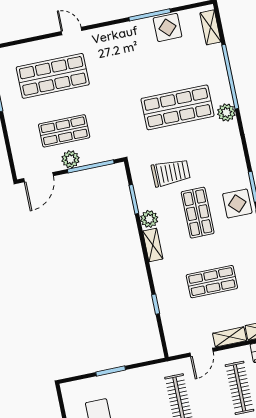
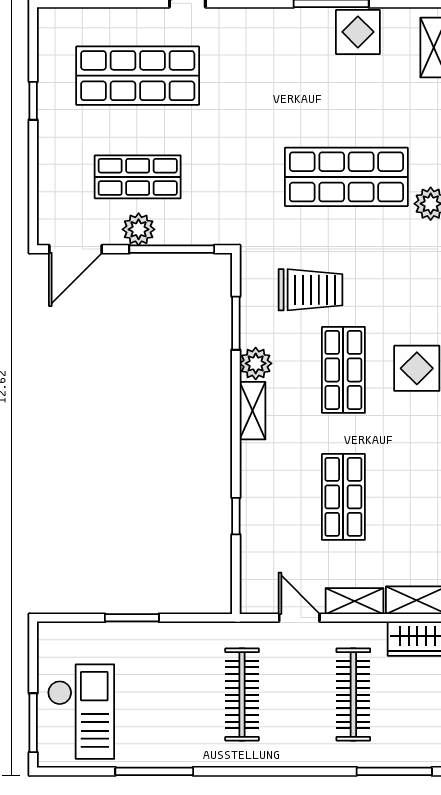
shop shelf: (212, 282) -> (343, 497), turned 90
door: (201, 352) -> (299, 618), swing flipped

